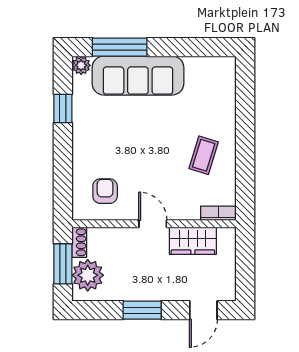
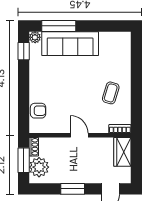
window: (63, 108) -> (24, 51), moved
armchair: (105, 191) -> (38, 111), moved, turned 90
wardrobe: (193, 241) -> (122, 152), moved, turned 90

